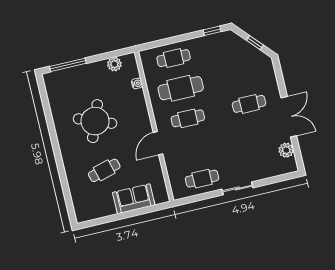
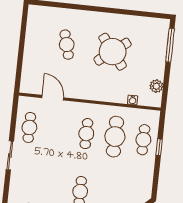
window: (212, 31) -> (159, 147), moved
round table: (95, 121) -> (113, 52), turned 31
door: (158, 143) -> (53, 98), moved
sofa: (134, 199) -> (33, 62), removed

